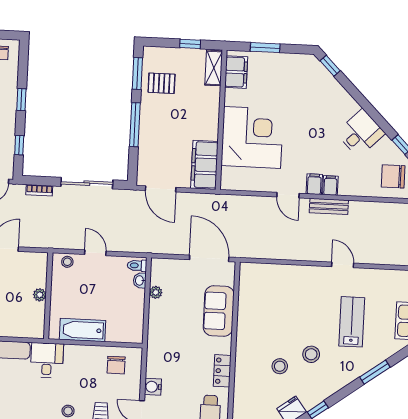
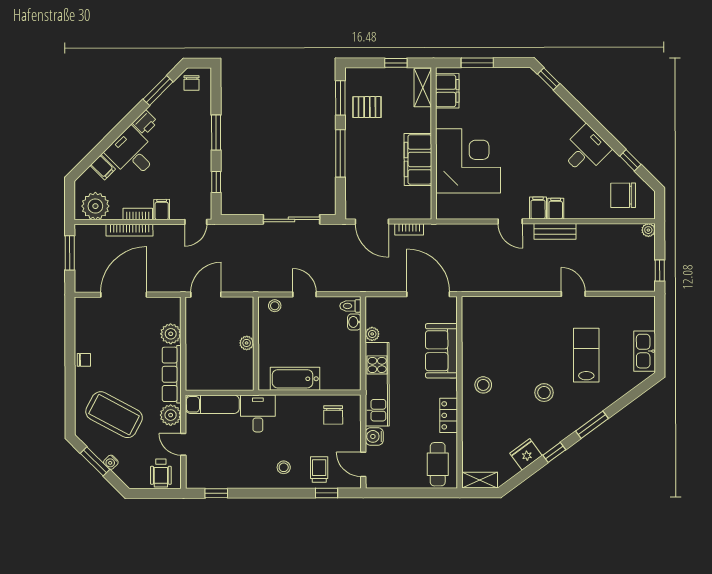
window: (21, 100) -> (216, 133), width x1.50
filing cabinet: (204, 165) -> (418, 159), moved
bookcase: (39, 190) -> (409, 229), moved
kitchen unit: (158, 339) -> (377, 384), added
stool: (280, 366) -> (483, 385), moved
window: (375, 372) -> (592, 425), moved

